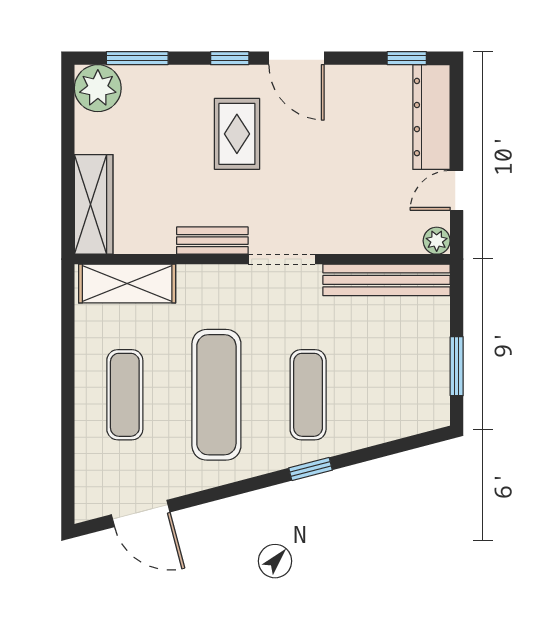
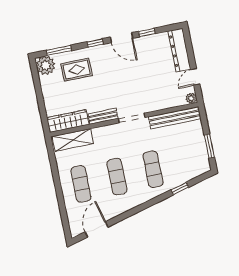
window: (407, 58) -> (147, 33), moved
rug: (237, 134) -> (77, 70), moved, turned 90
wardrobe: (94, 204) -> (68, 121), moved, turned -90
exercise mat: (216, 395) -> (117, 177), width x0.73, depth x0.69
window: (311, 469) -> (180, 188), moved
door: (141, 513) -> (97, 229), swing flipped

